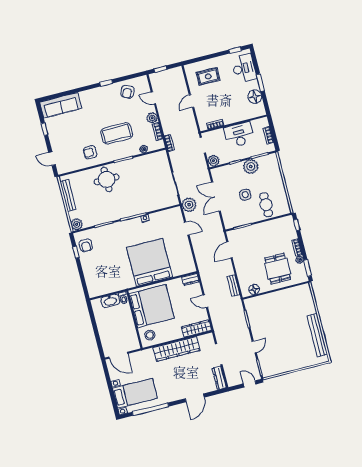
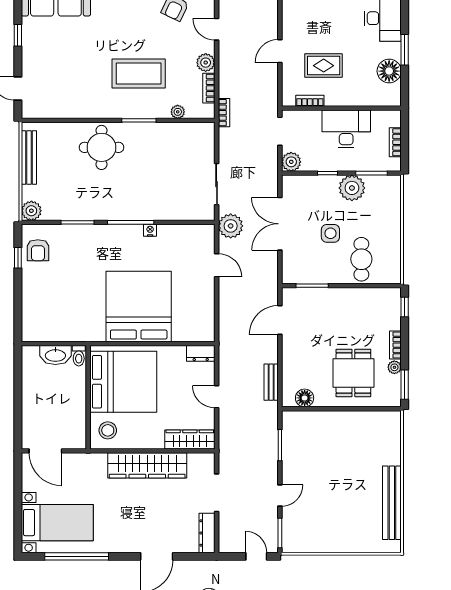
rug: (208, 76) -> (324, 66), moved
armchair: (90, 152) -> (85, 94), removed

